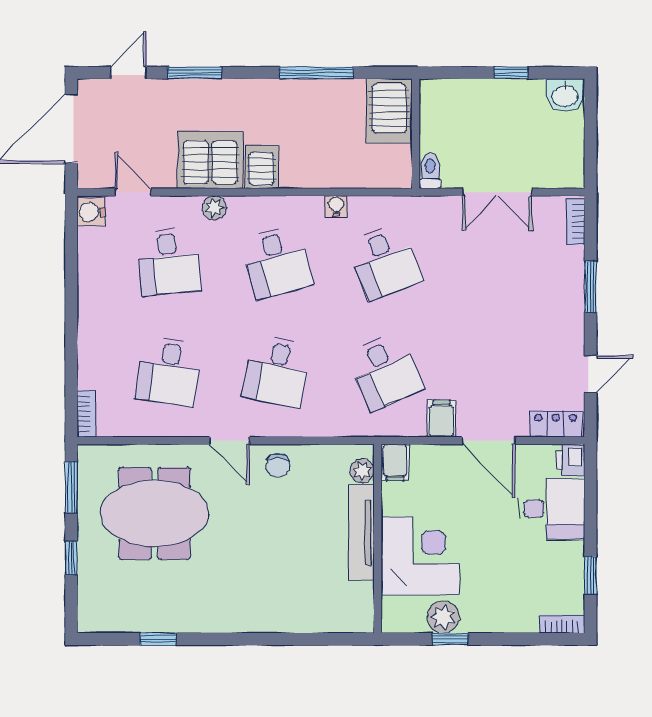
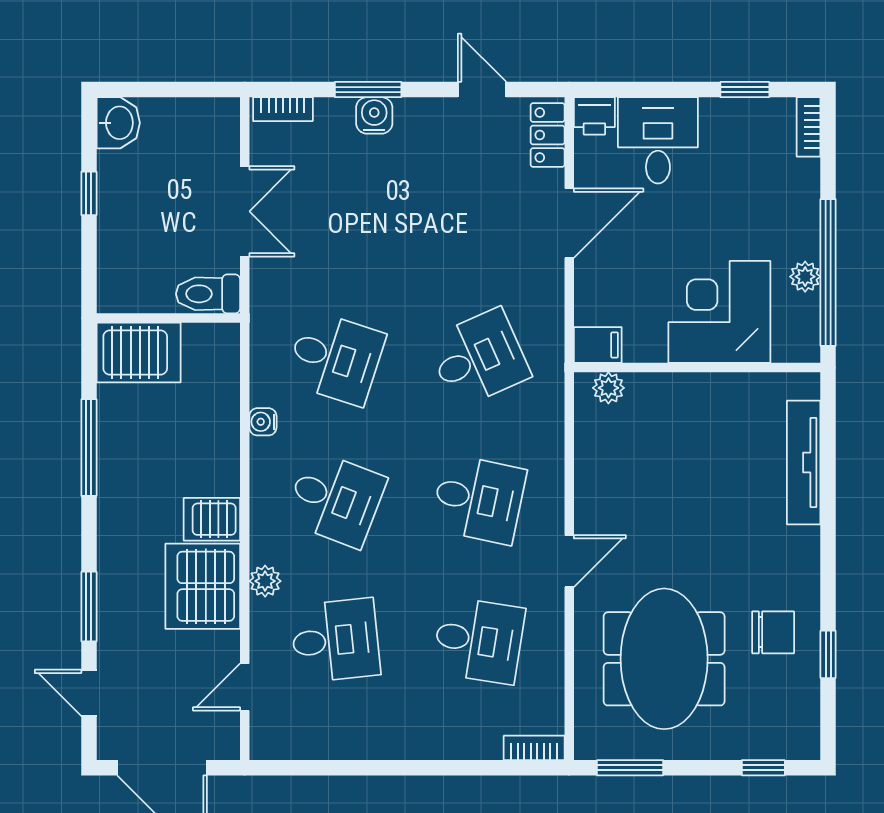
toilet: (430, 171) -> (208, 294), width x1.37, depth x1.39
water cooler: (91, 212) -> (374, 115), moved, turned 180
desk: (277, 262) -> (335, 499), turned 36
desk: (385, 262) -> (335, 358), turned 39
filing cabinet: (442, 419) -> (540, 284), removed
chair: (278, 465) -> (773, 632), moved, width x1.37, depth x1.37
tv unit: (361, 533) -> (804, 462), moved, turned 90
window: (71, 558) -> (763, 768), moved
plant: (443, 617) -> (805, 277), width x0.73, depth x0.73
window: (450, 639) -> (828, 273), width x3.17

